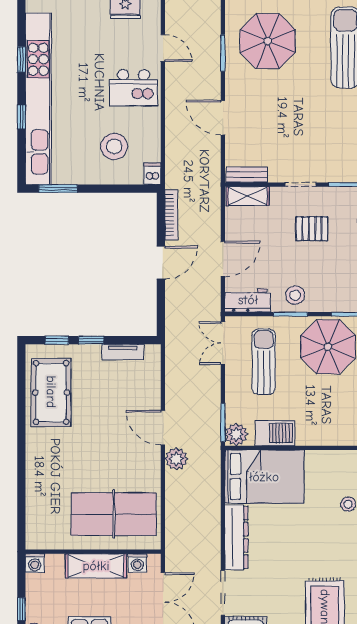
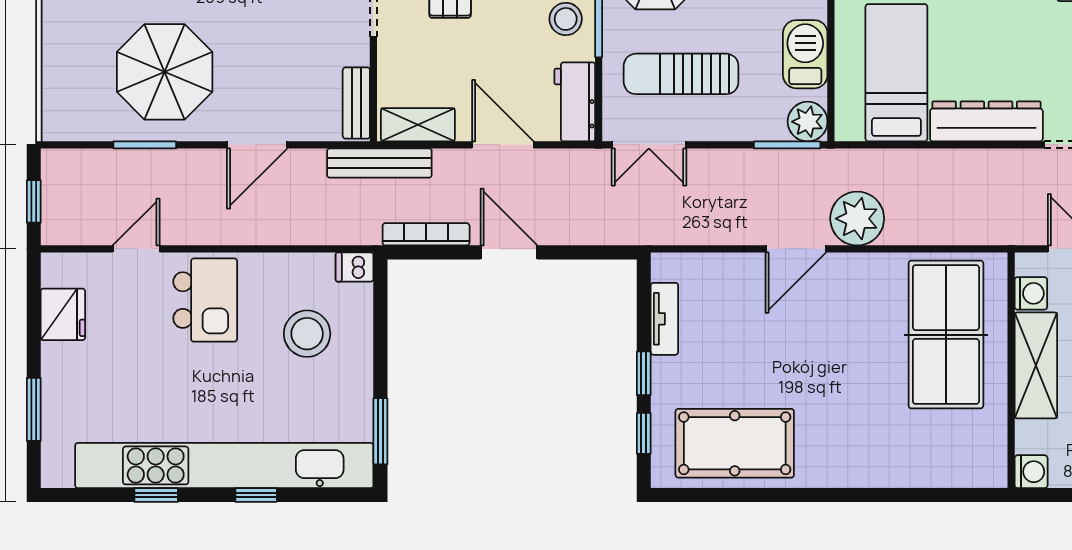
parasol: (268, 41) -> (165, 72), moved
bench: (212, 188) -> (379, 163), added
shelving: (248, 196) -> (418, 125), moved, turned 90
plant: (176, 459) -> (857, 219), width x1.36, depth x1.36
bed: (264, 477) -> (896, 73), width x0.67

